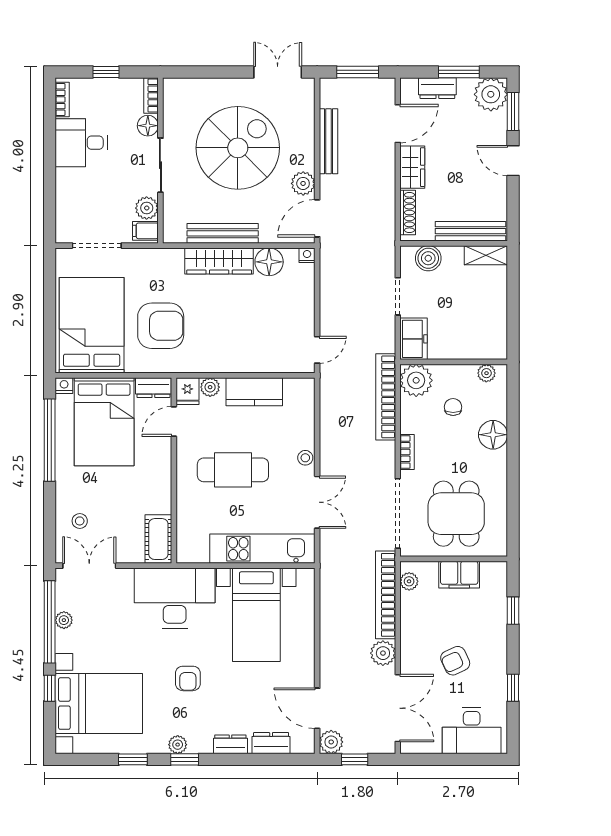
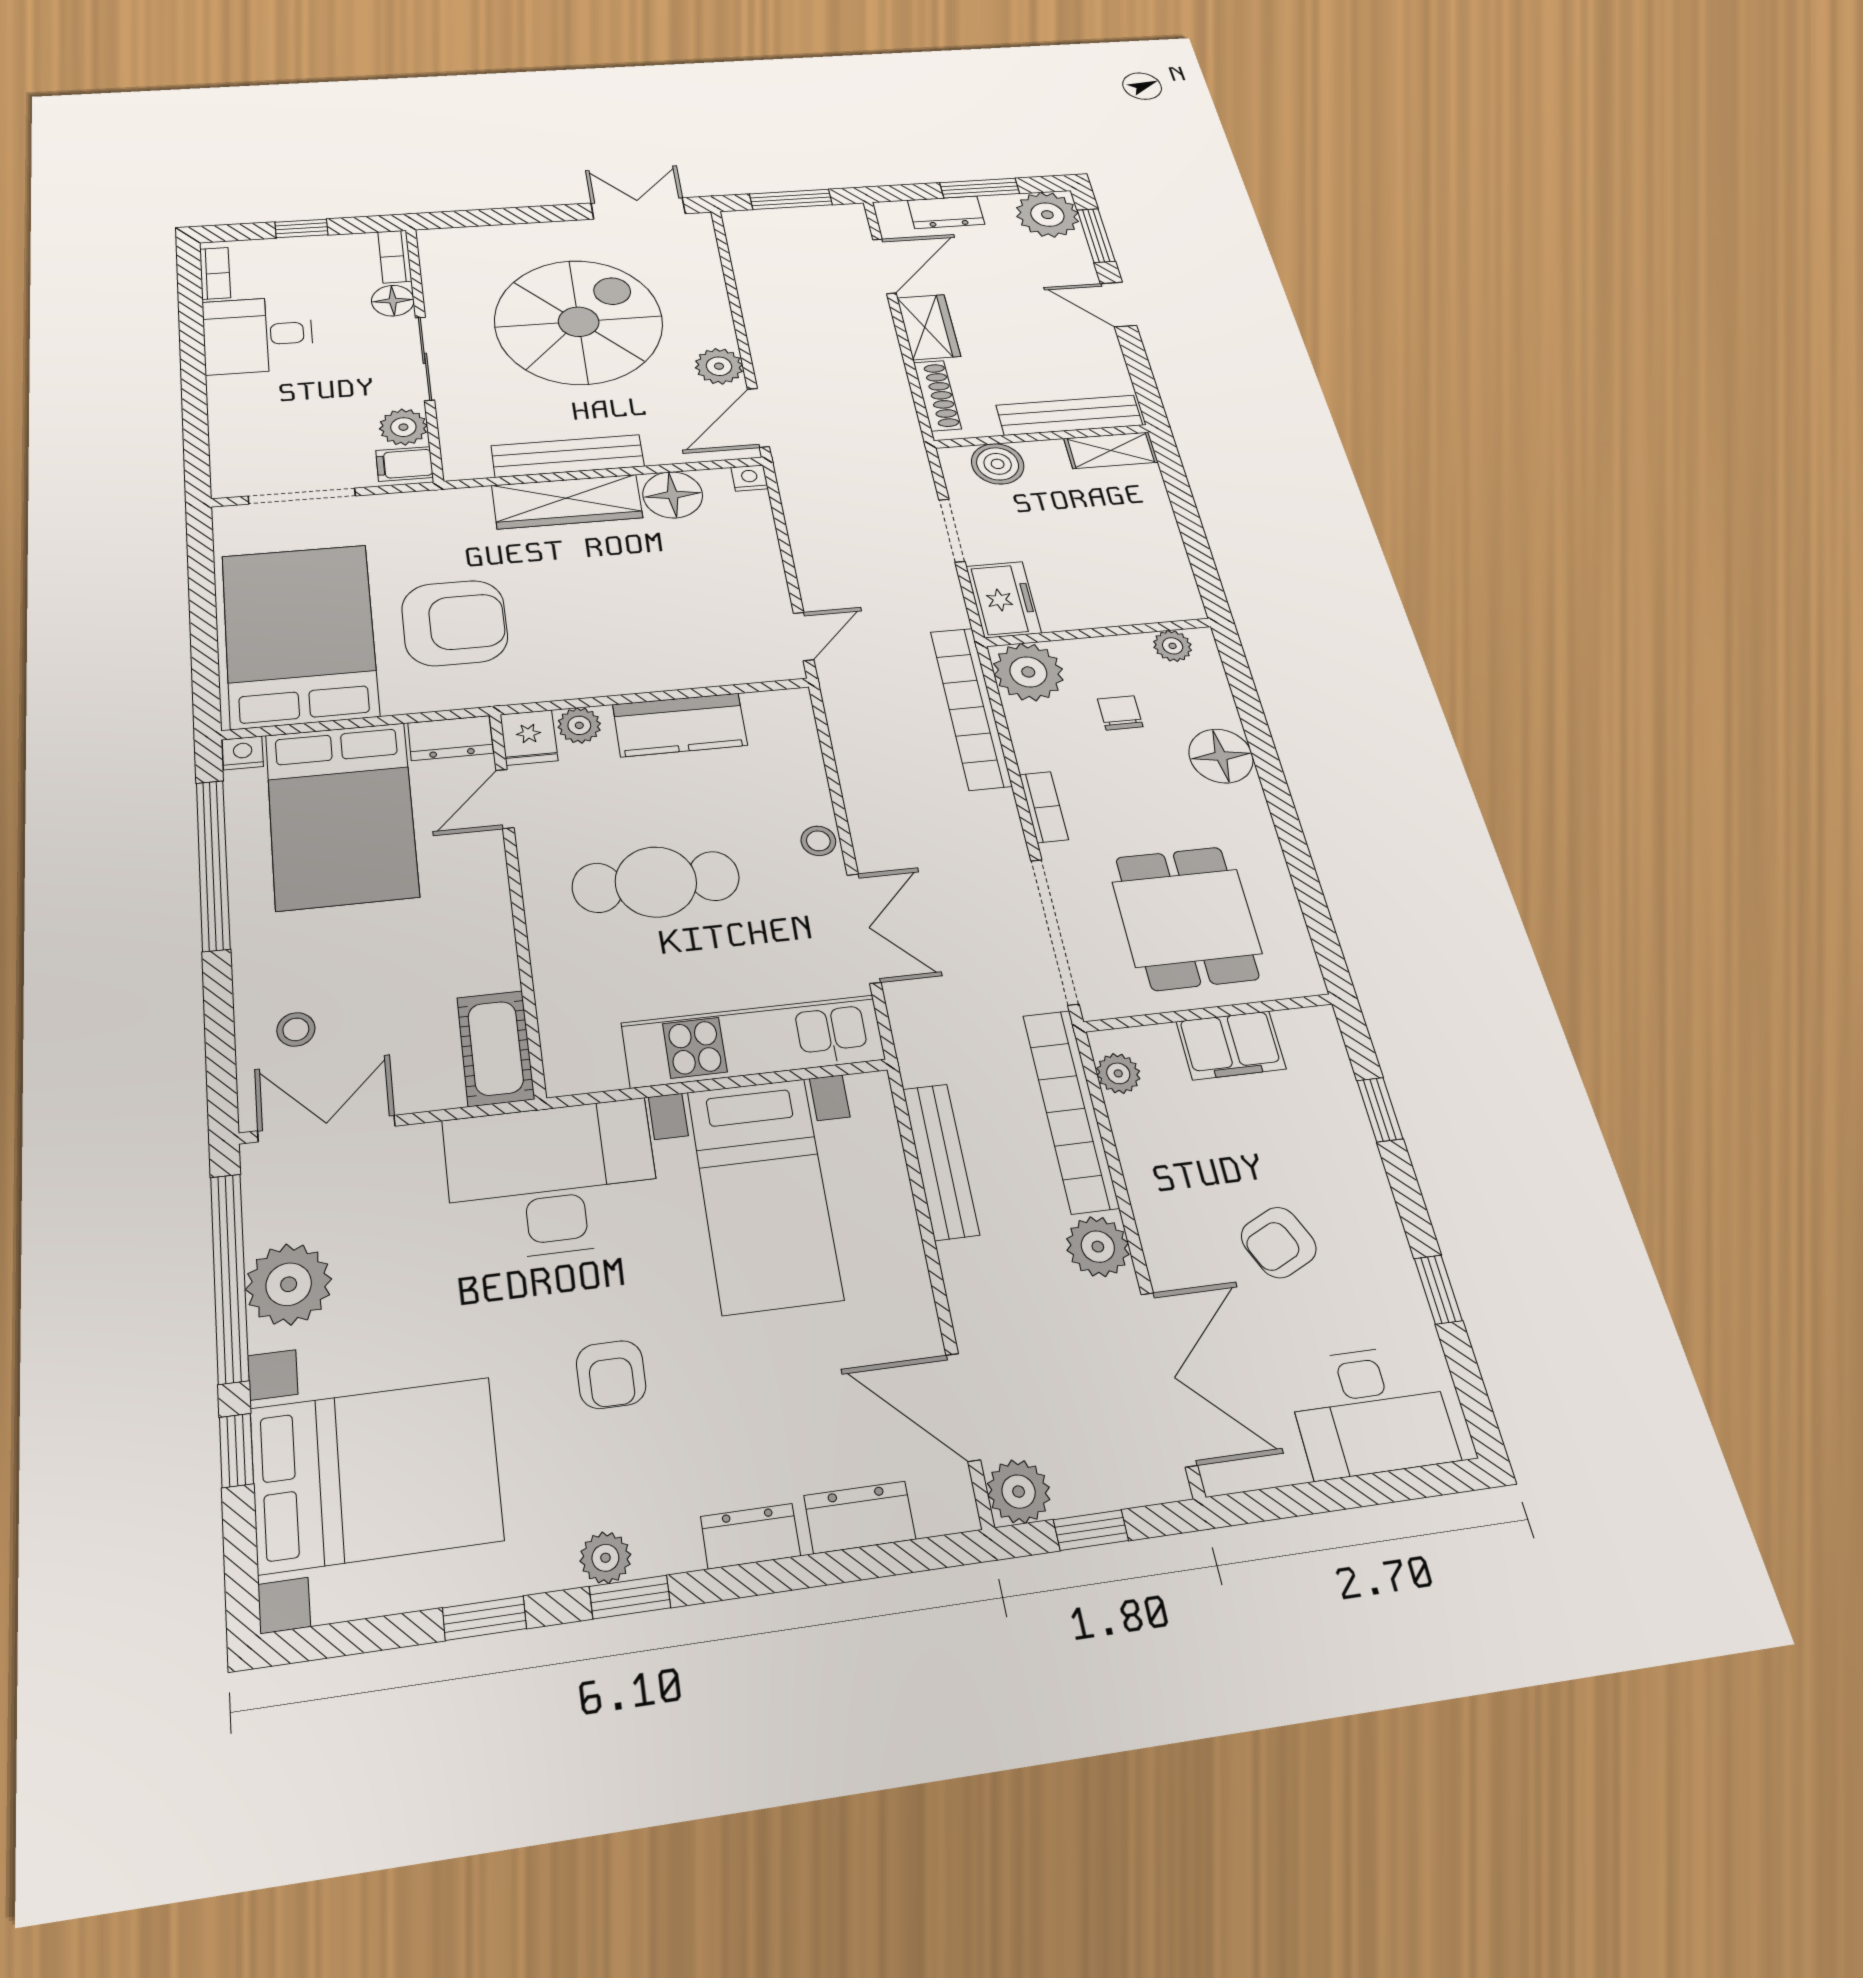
bench: (329, 141) -> (941, 1161), moved
plant: (64, 620) -> (289, 1284), width x1.87, depth x1.87

